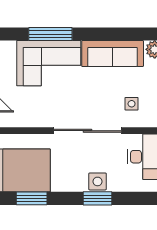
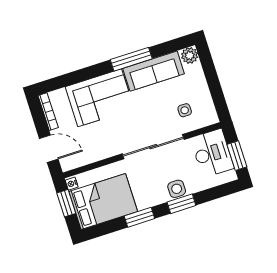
window: (50, 34) -> (131, 59), moved
window: (32, 198) -> (139, 217), moved

